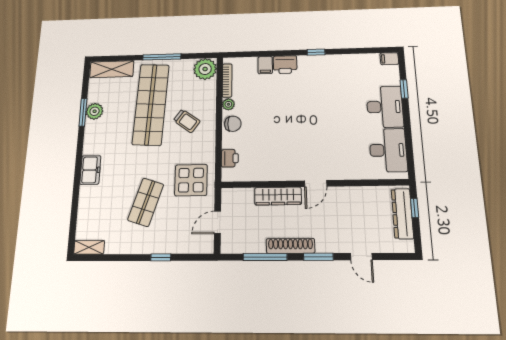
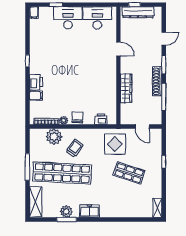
plant: (205, 69) -> (54, 137), moved
freezer: (90, 170) -> (89, 211), moved
door: (316, 184) -> (118, 49), moved

